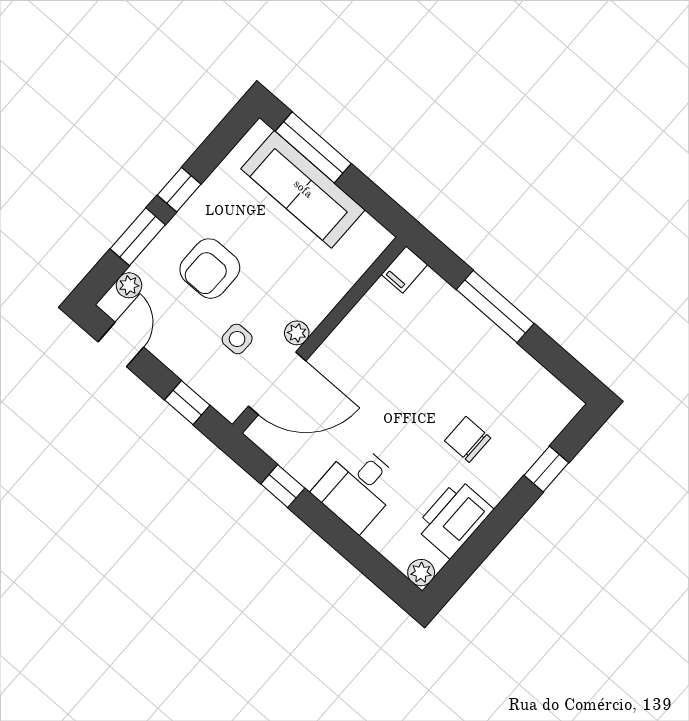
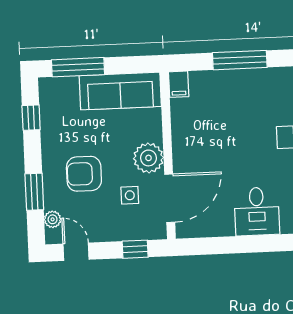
sofa: (303, 189) -> (120, 91), moved
window: (179, 190) -> (31, 118), moved
armchair: (210, 269) -> (84, 174), turned 90
plant: (297, 333) -> (148, 158), width x1.88, depth x1.88
window: (283, 486) -> (220, 245), removed

